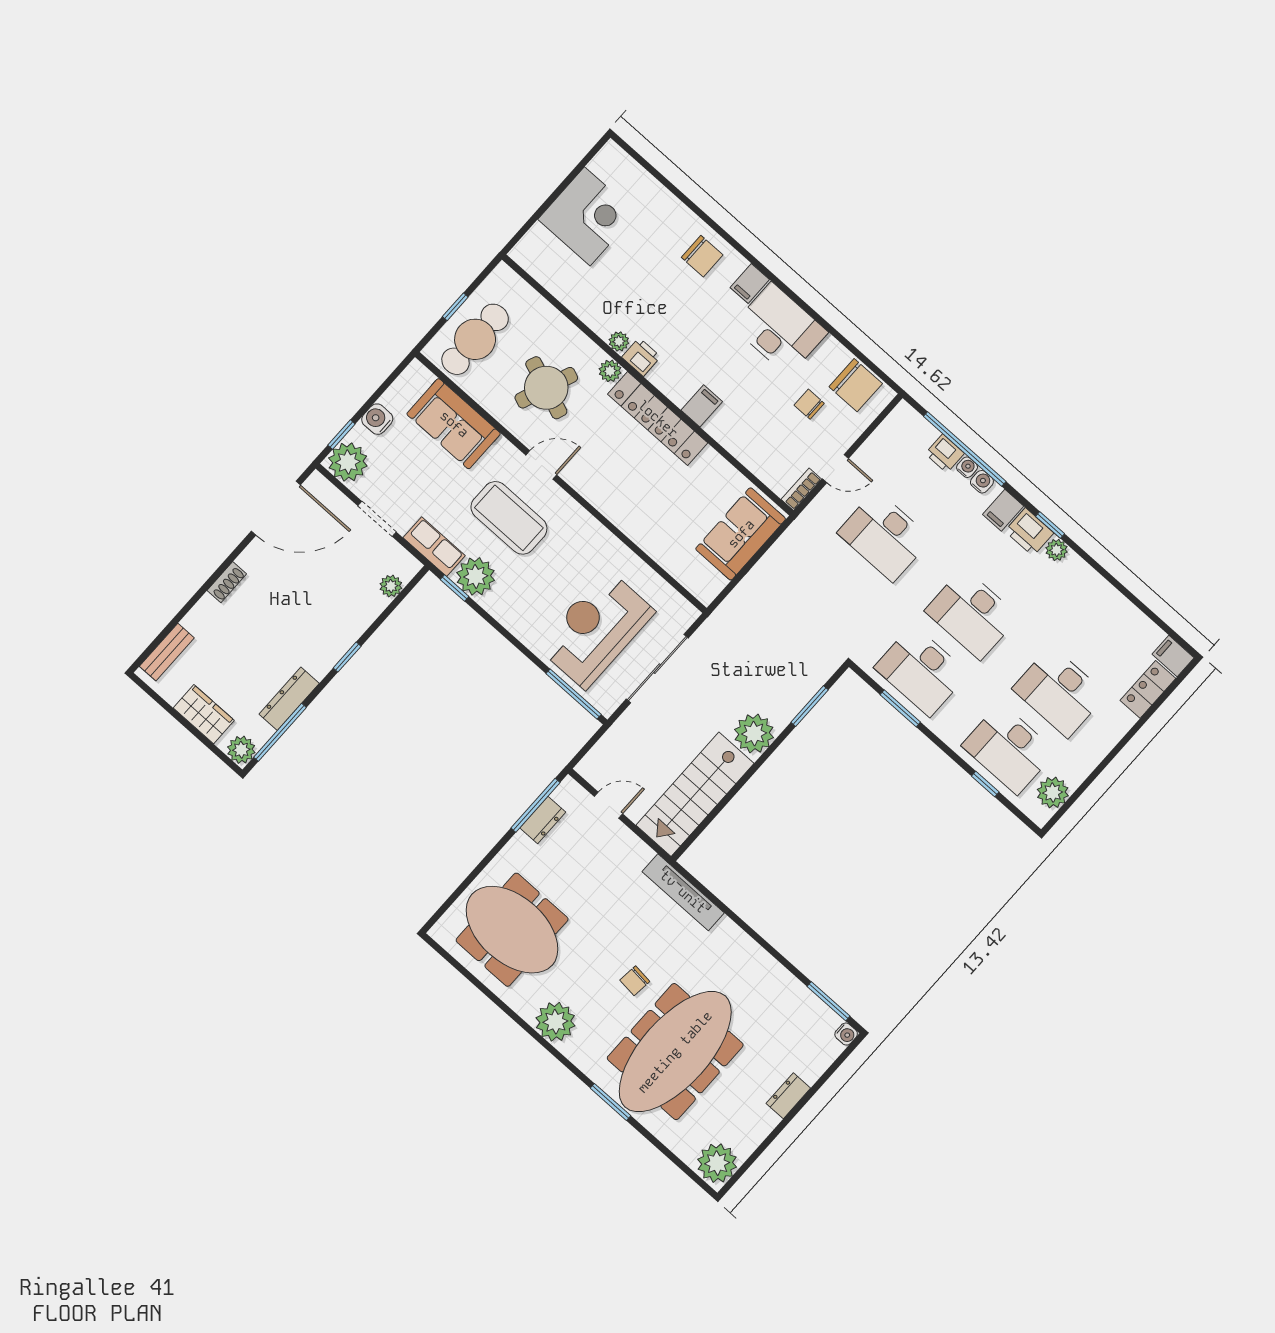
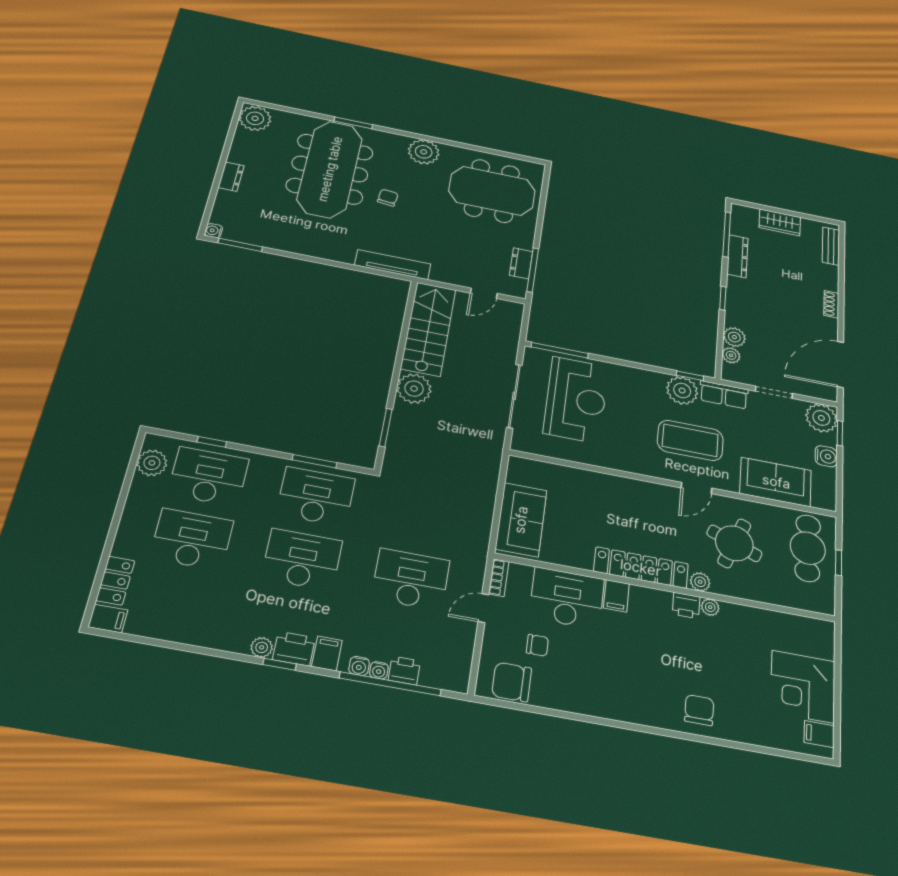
chair: (702, 256) -> (699, 710), turned 90
filing cabinet: (750, 284) -> (819, 734), moved, turned -90
desk: (780, 329) -> (567, 598), moved, turned 180
plant: (241, 750) -> (734, 337), moved

